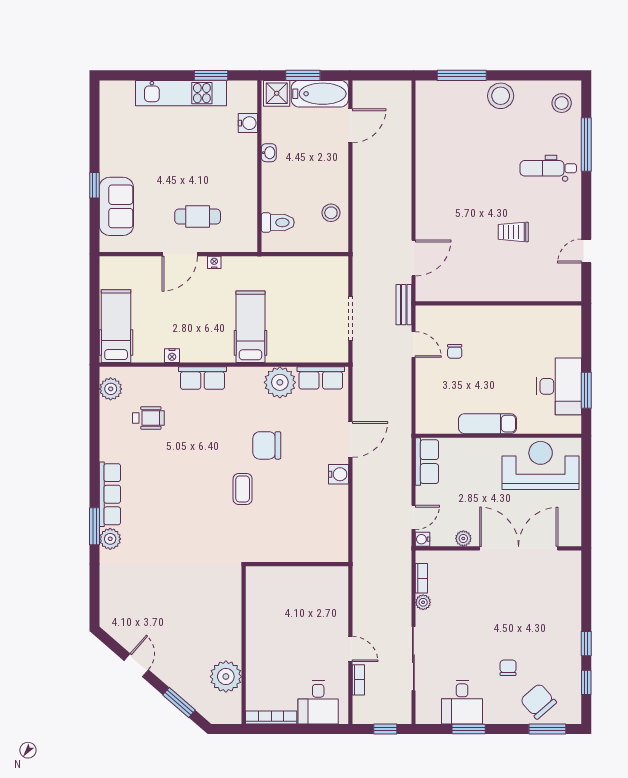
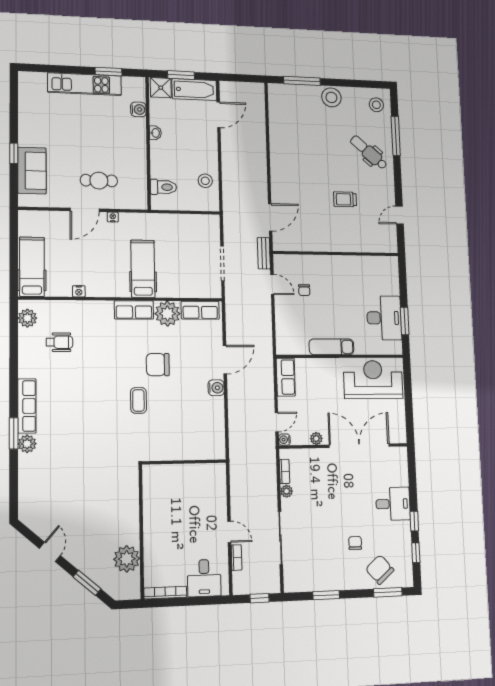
dental chair: (548, 168) -> (369, 152), turned 41
row of seats: (202, 378) -> (134, 310), moved
desk: (462, 702) -> (393, 504), moved, turned -90

